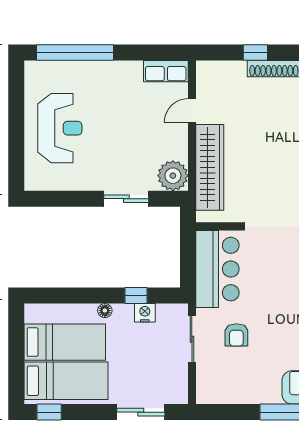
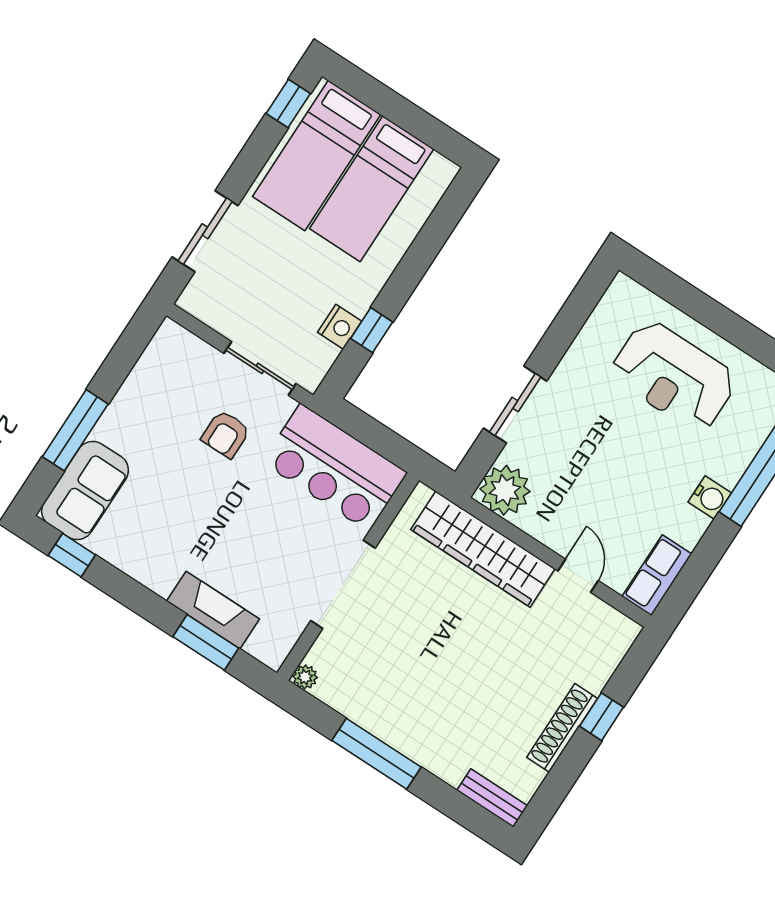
water cooler: (109, 70) -> (710, 498), added
floor lamp: (105, 311) -> (379, 273), removed
armchair: (236, 335) -> (226, 434), turned -90

